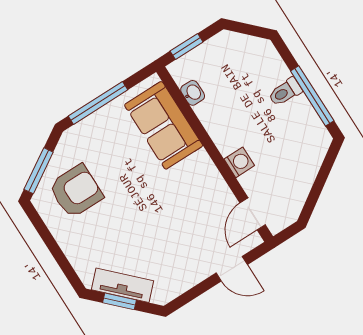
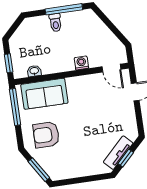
window: (98, 103) -> (15, 107), moved
armchair: (76, 191) -> (46, 135), moved, turned -90

